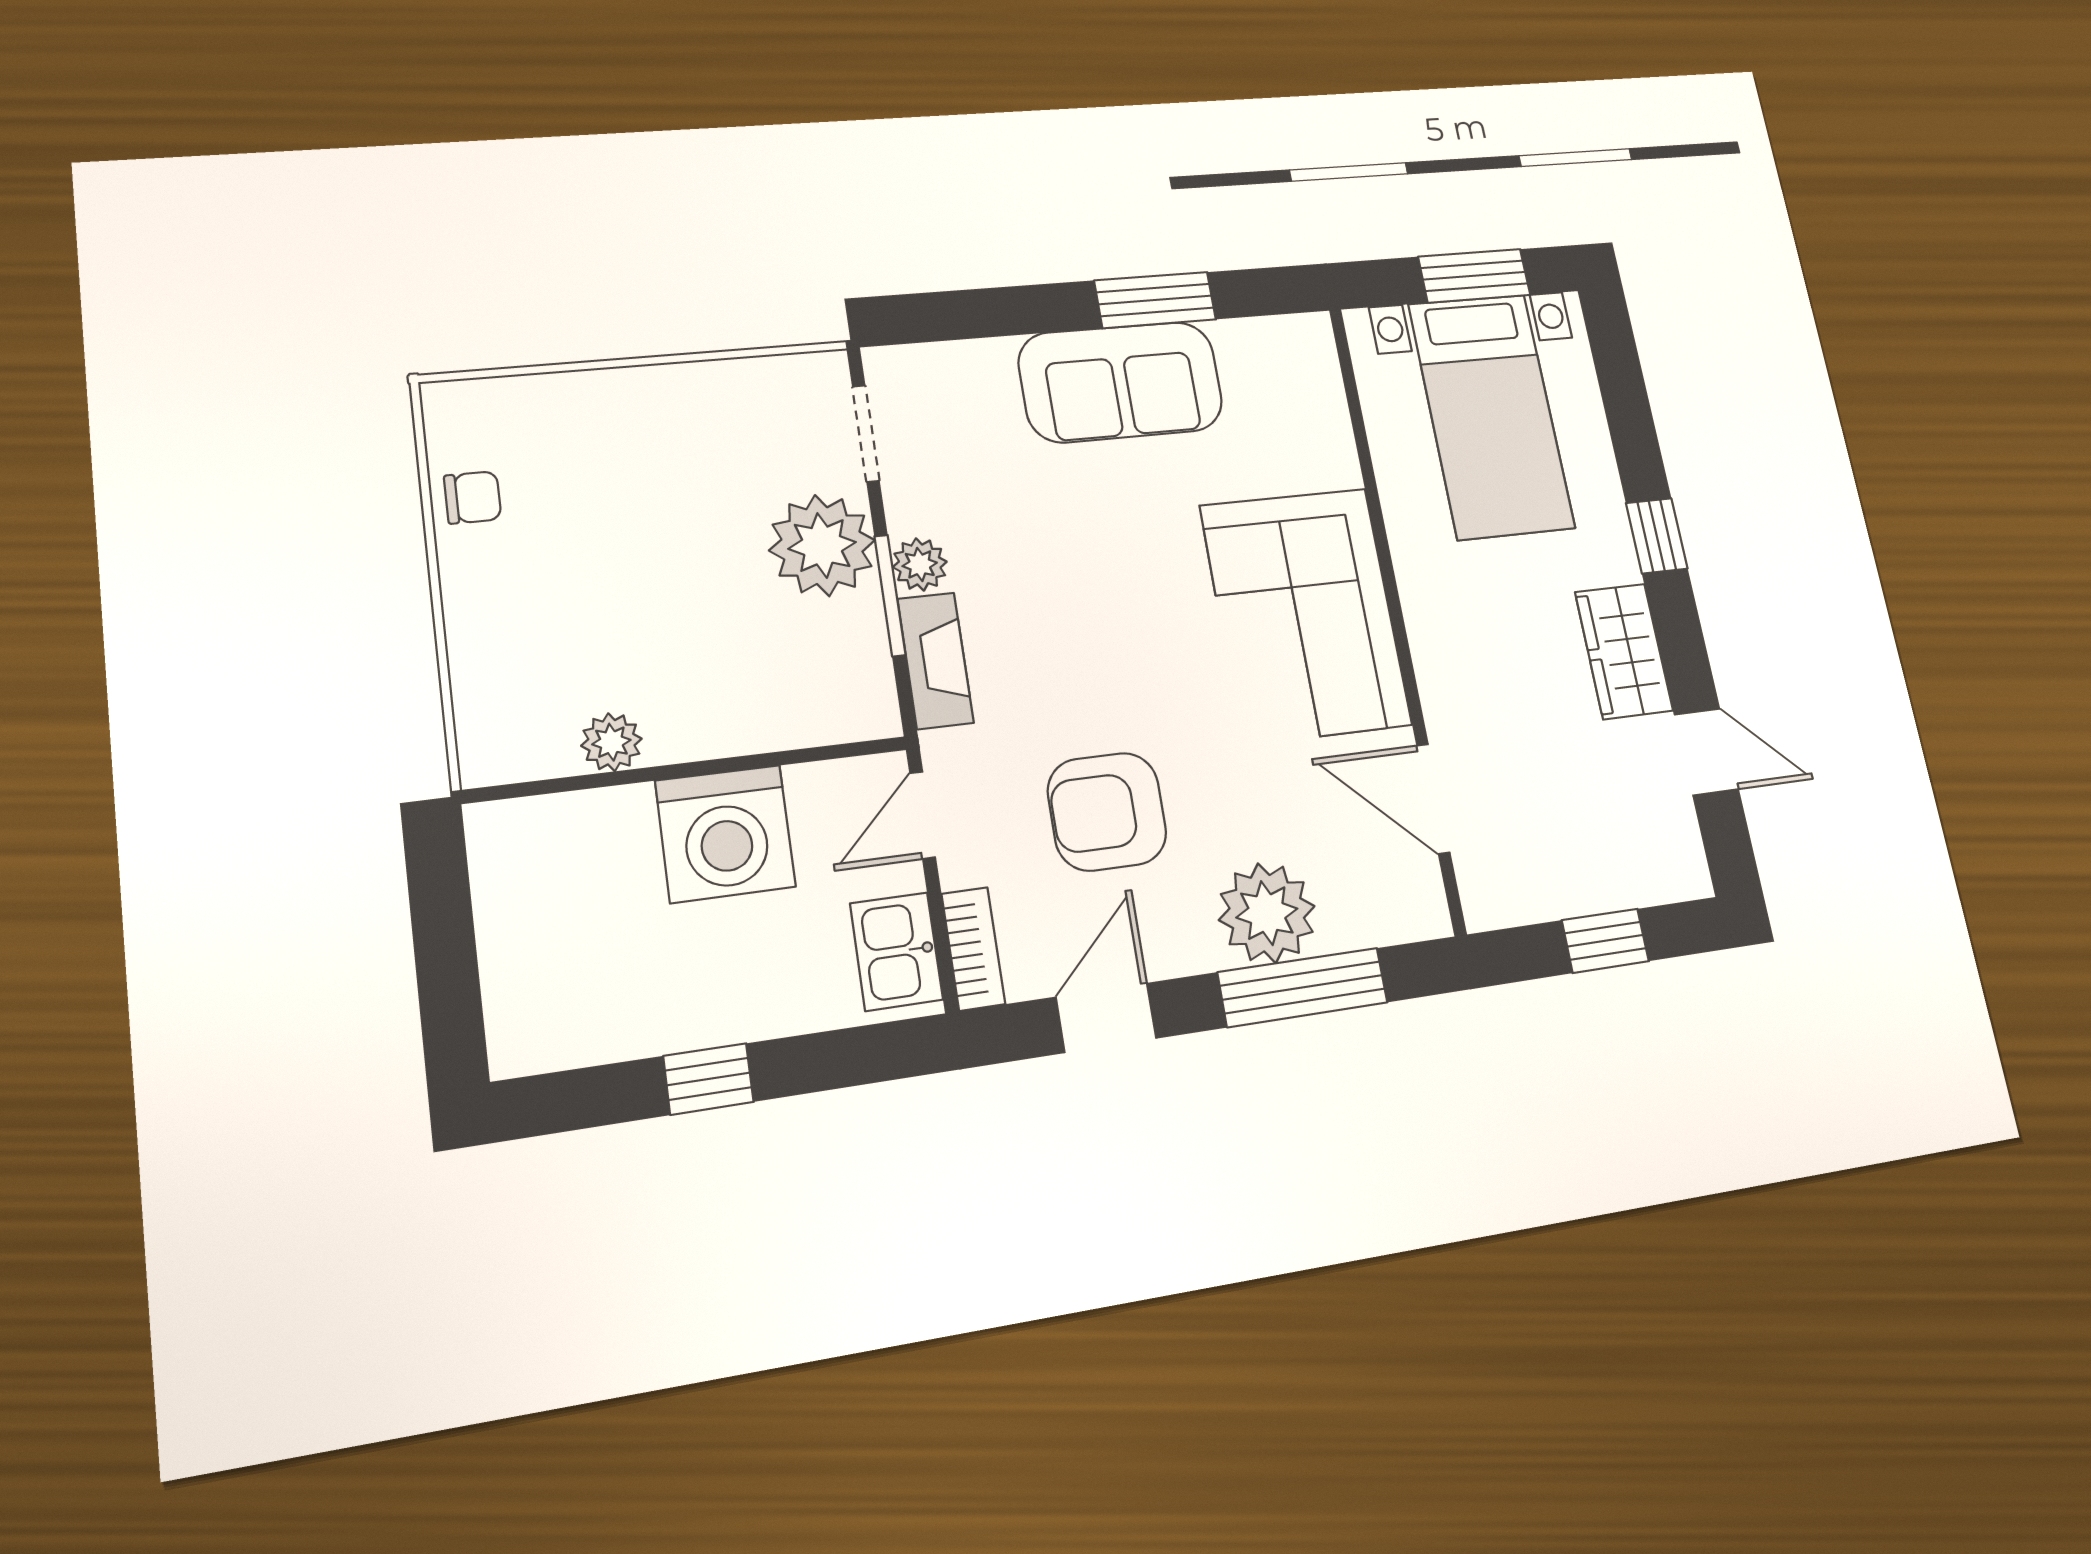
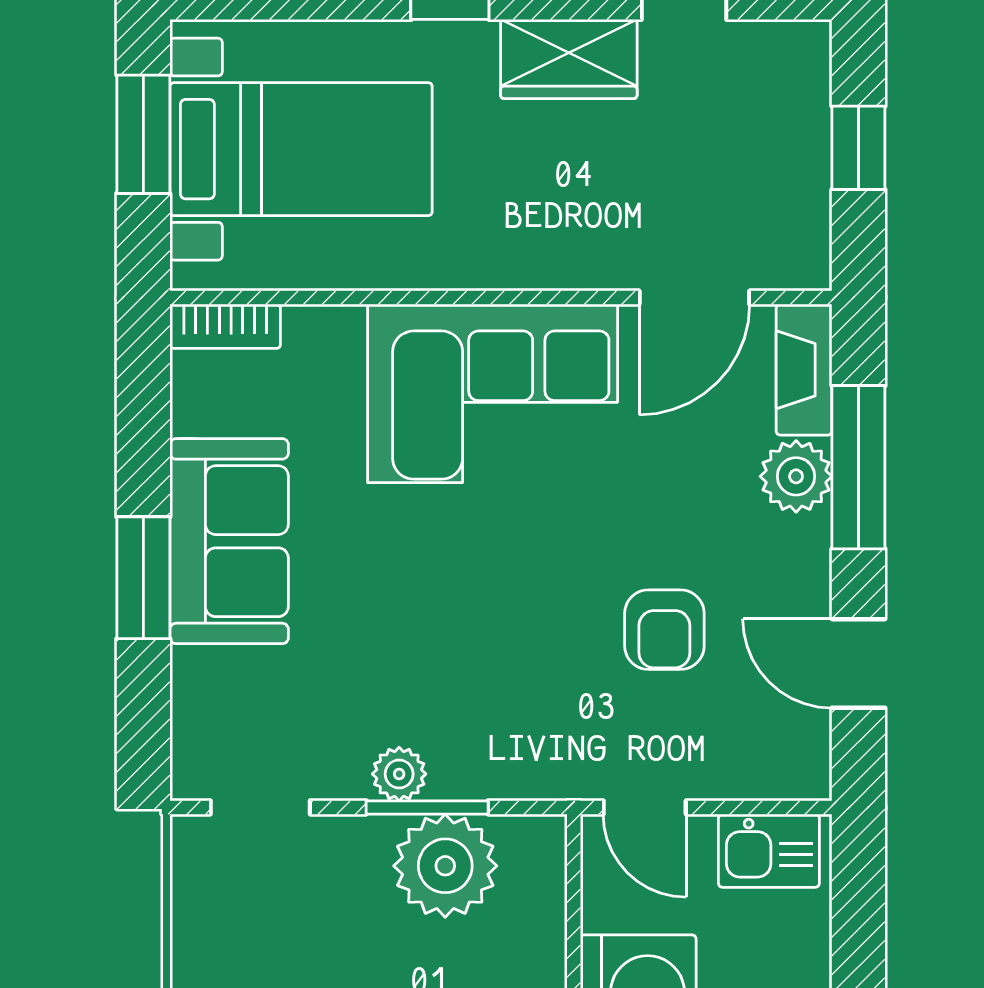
window: (1155, 300) -> (143, 578), moved
plant: (822, 545) -> (445, 866), moved
fireplace: (935, 661) -> (804, 370), moved, turned -90
armchair: (1107, 812) -> (664, 630), width x0.72, depth x0.72
plant: (1267, 913) -> (796, 476), width x0.73, depth x0.73
bookcase: (973, 949) -> (225, 326), moved, turned 180

